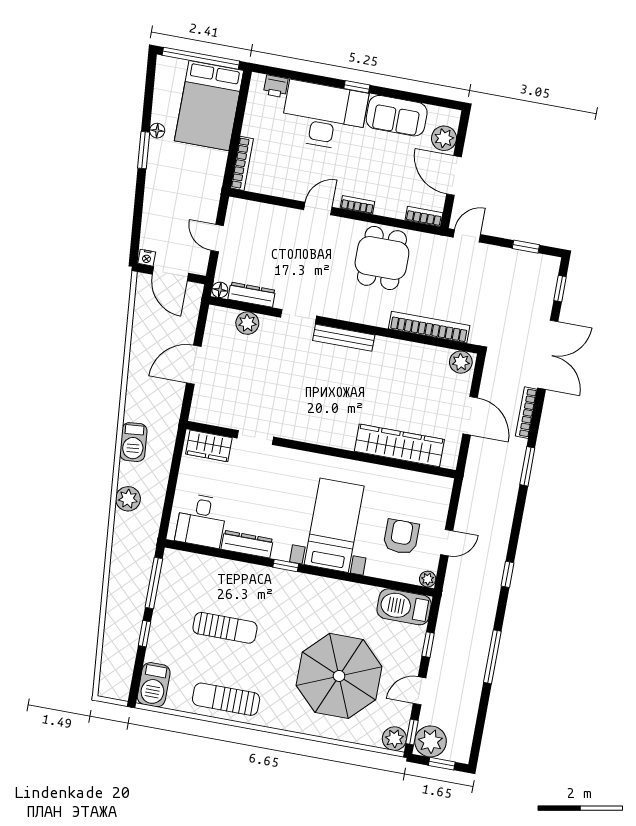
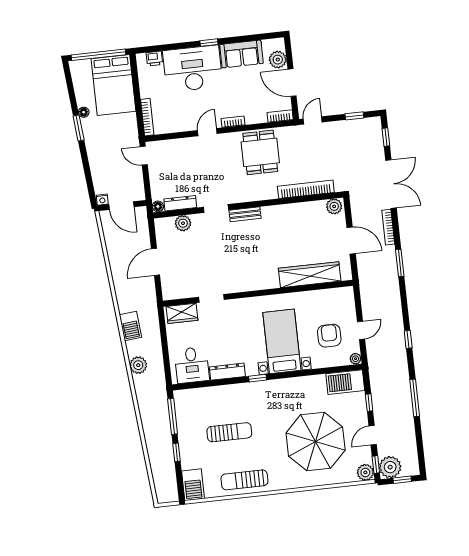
door: (217, 238) -> (144, 156), moved
bench: (344, 338) -> (245, 214), width x0.73

